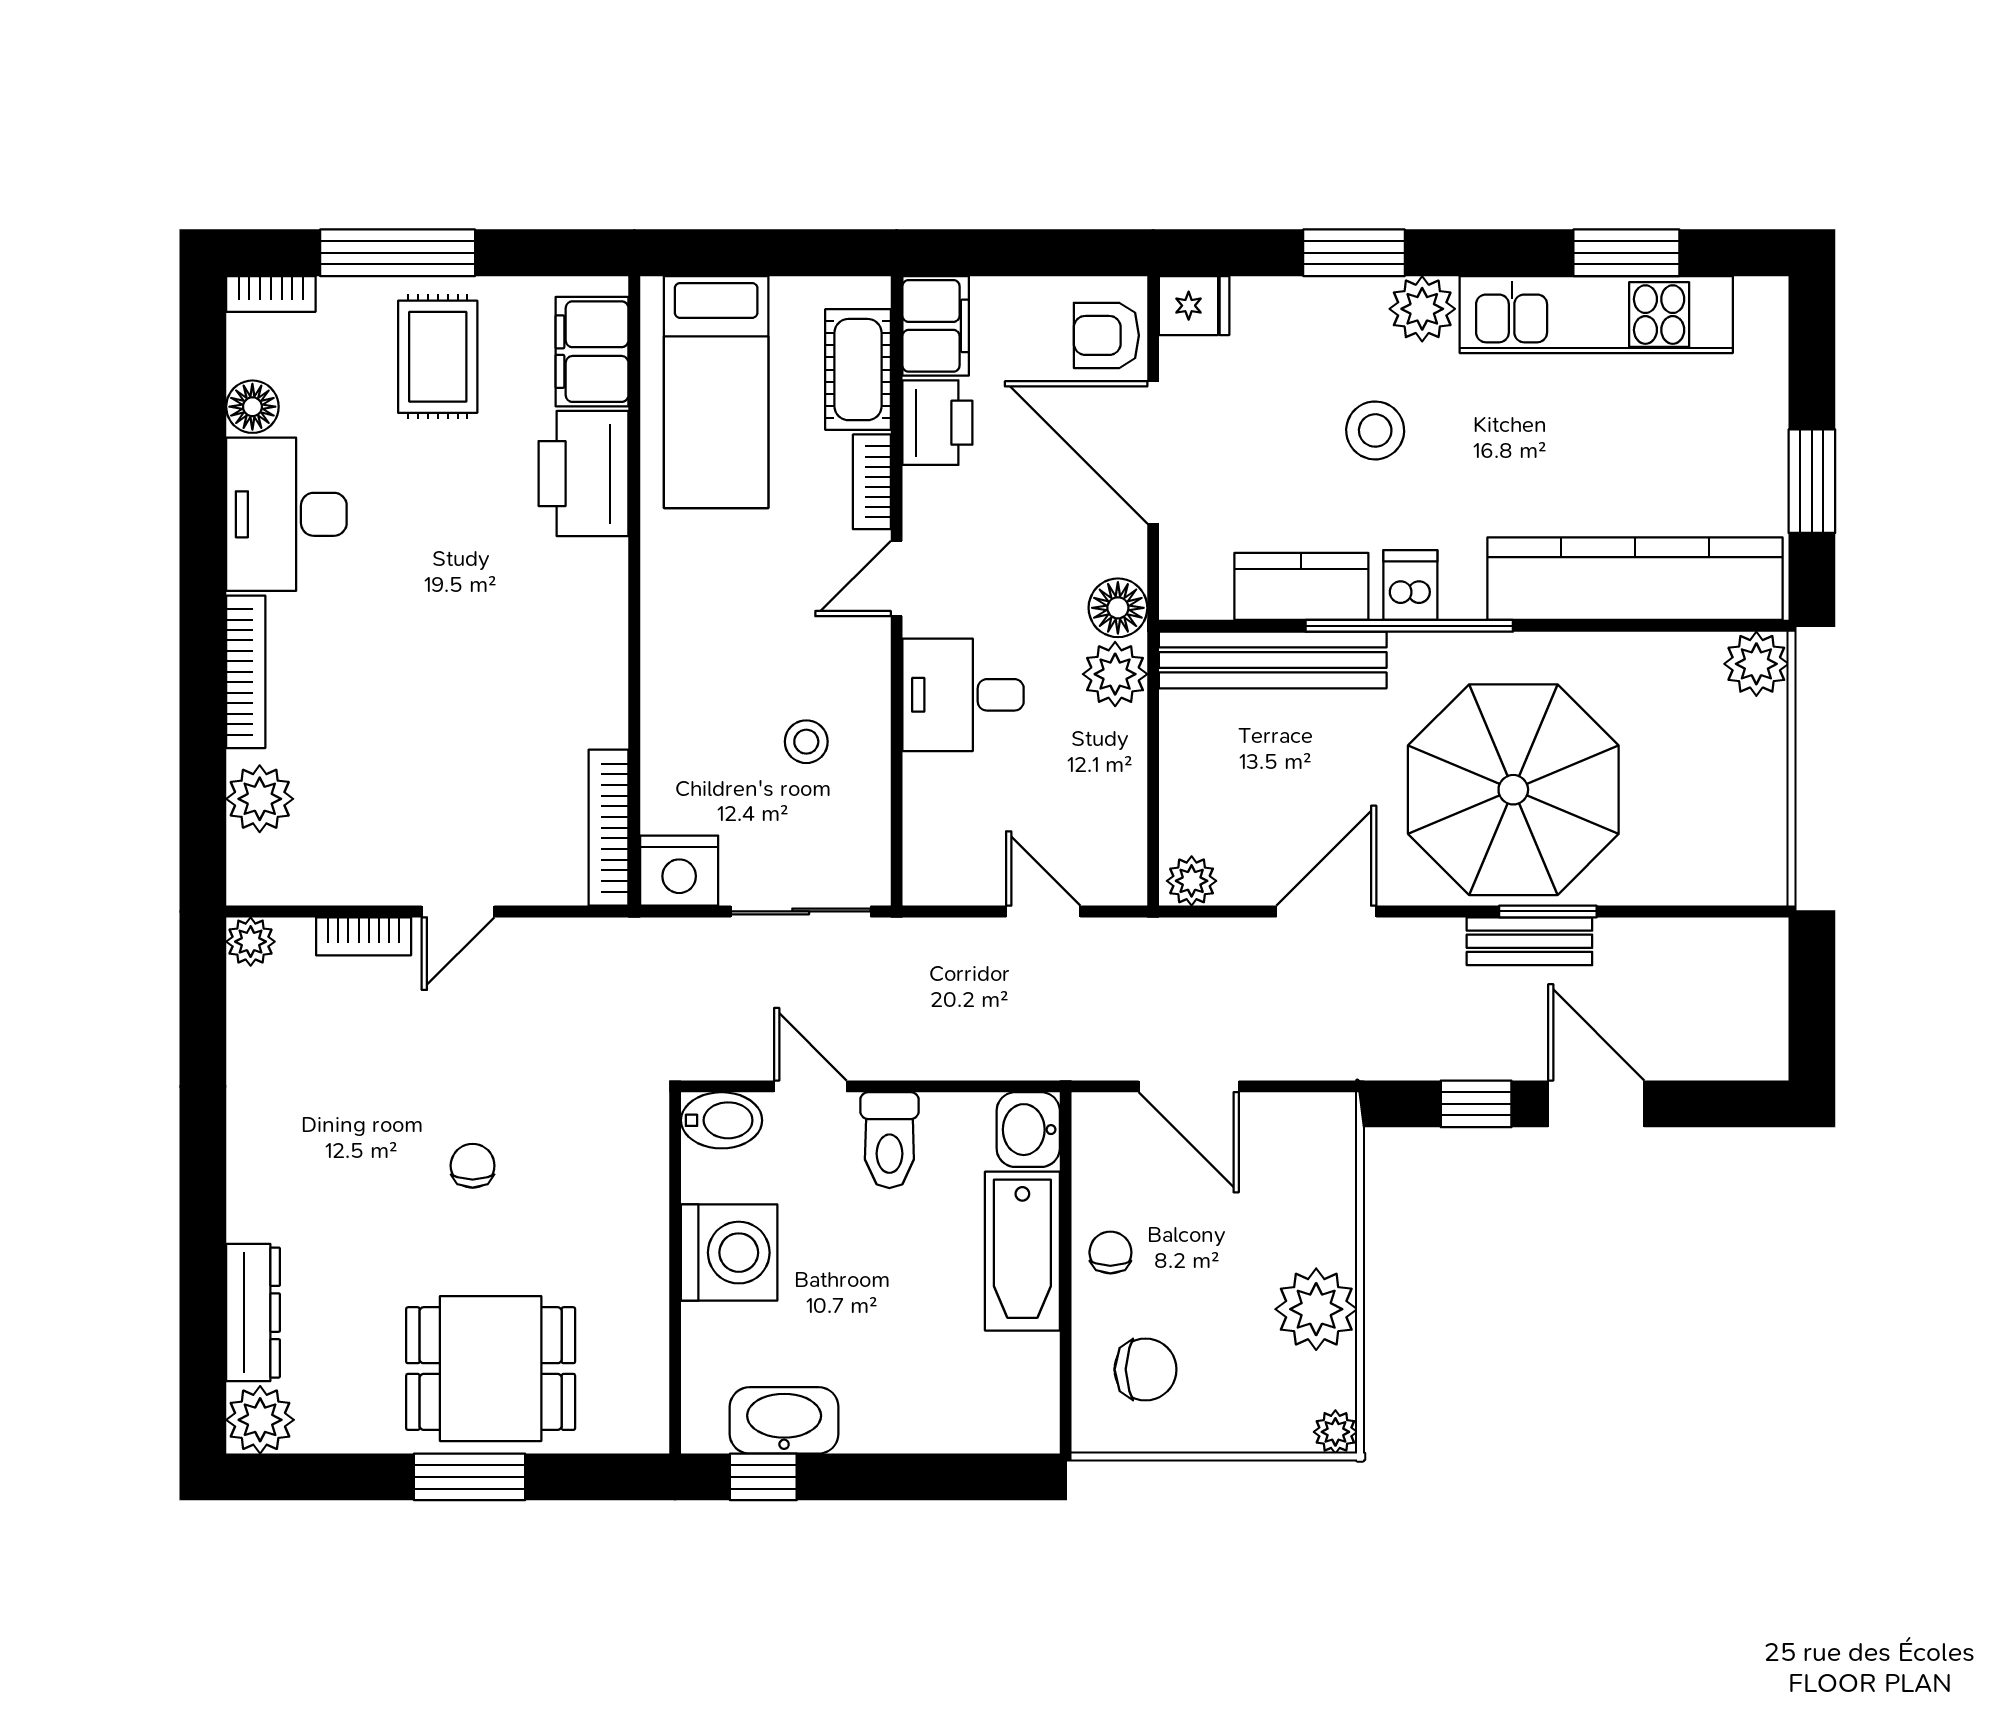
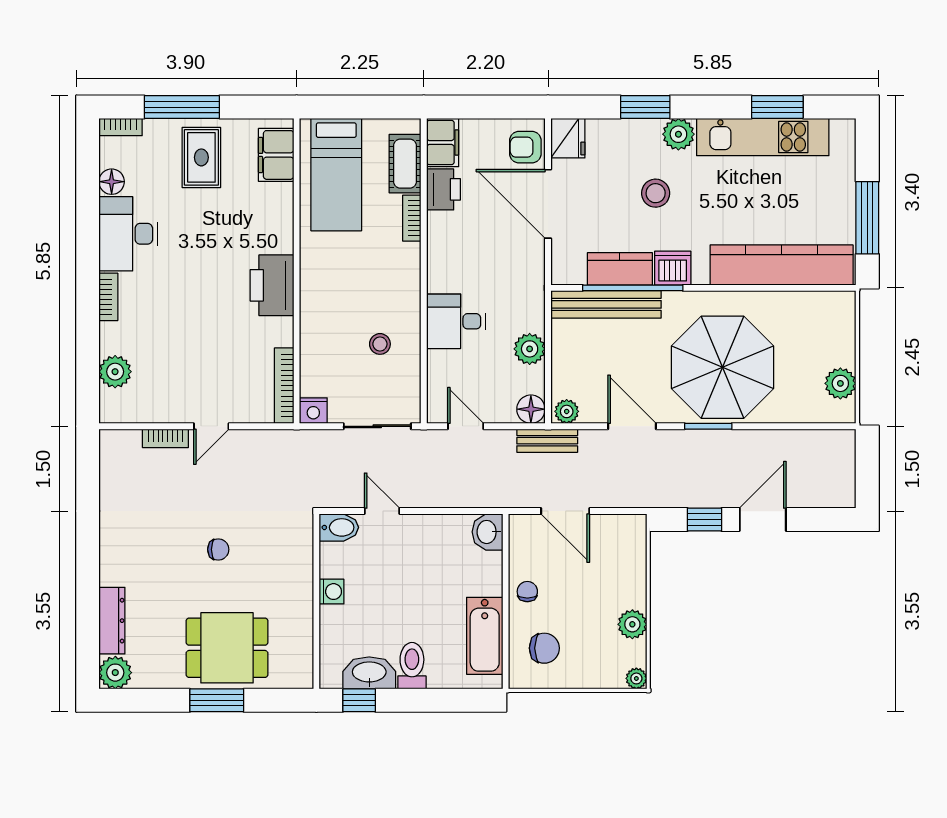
fridge: (1194, 306) -> (568, 138), width x1.38
printer: (584, 474) -> (272, 285), moved
window: (1812, 481) -> (867, 218), width x1.44
door: (897, 579) -> (424, 265), removed
dishwasher: (1410, 585) -> (673, 268), width x1.38
floor lamp: (1118, 608) -> (531, 409), moved
window: (1409, 626) -> (633, 288), moved
plant: (1756, 664) -> (840, 383), moved
bookcase: (246, 672) -> (108, 297), width x0.64
plant: (1115, 674) -> (530, 349), moved
nightstand: (679, 871) -> (313, 411), width x0.74, depth x0.75
door: (1043, 911) -> (466, 426), moved
door: (1326, 911) -> (632, 426), hinge flipped
window: (1548, 911) -> (708, 426), moved
bench: (1529, 941) -> (547, 441), moved
plant: (251, 942) -> (111, 441), removed
door: (1596, 1104) -> (763, 519), hinge flipped
toilet: (889, 1140) -> (412, 666), moved, turned 180
chair: (473, 1166) -> (218, 549), turned 90
bathtub: (1022, 1251) -> (485, 636), moved
washing machine: (729, 1253) -> (332, 592), width x0.53, depth x0.53
plant: (1316, 1309) -> (632, 624), width x0.73, depth x0.73

